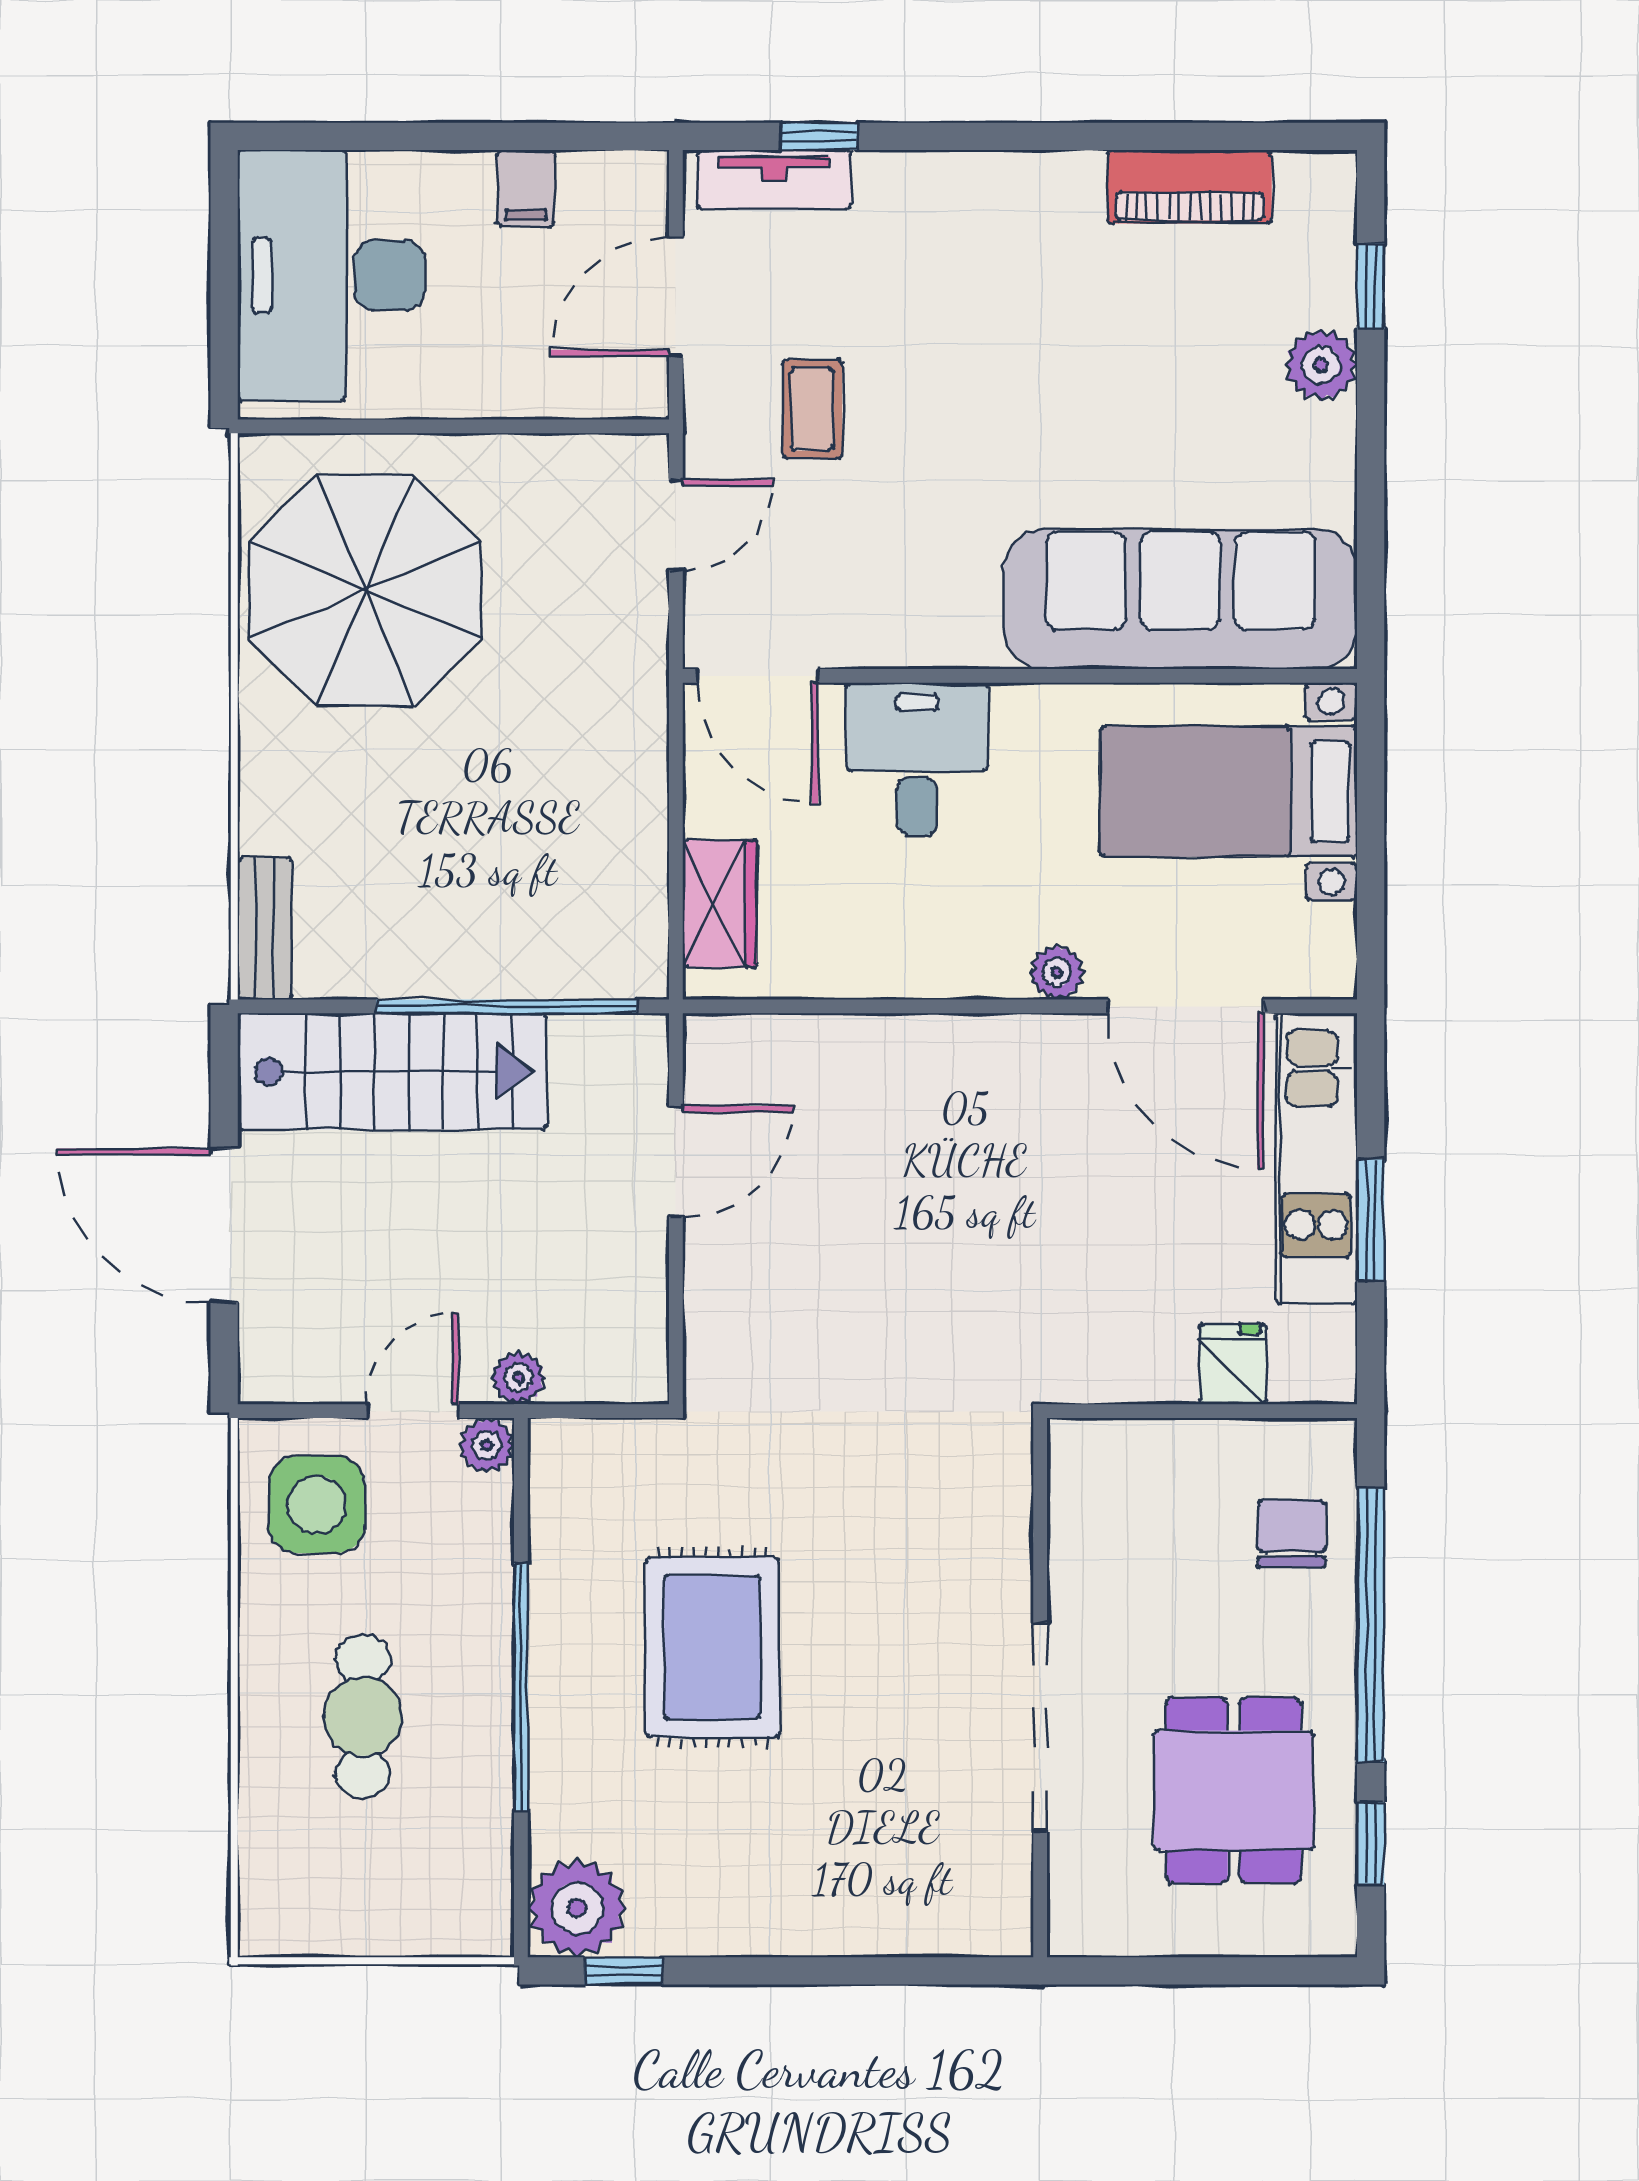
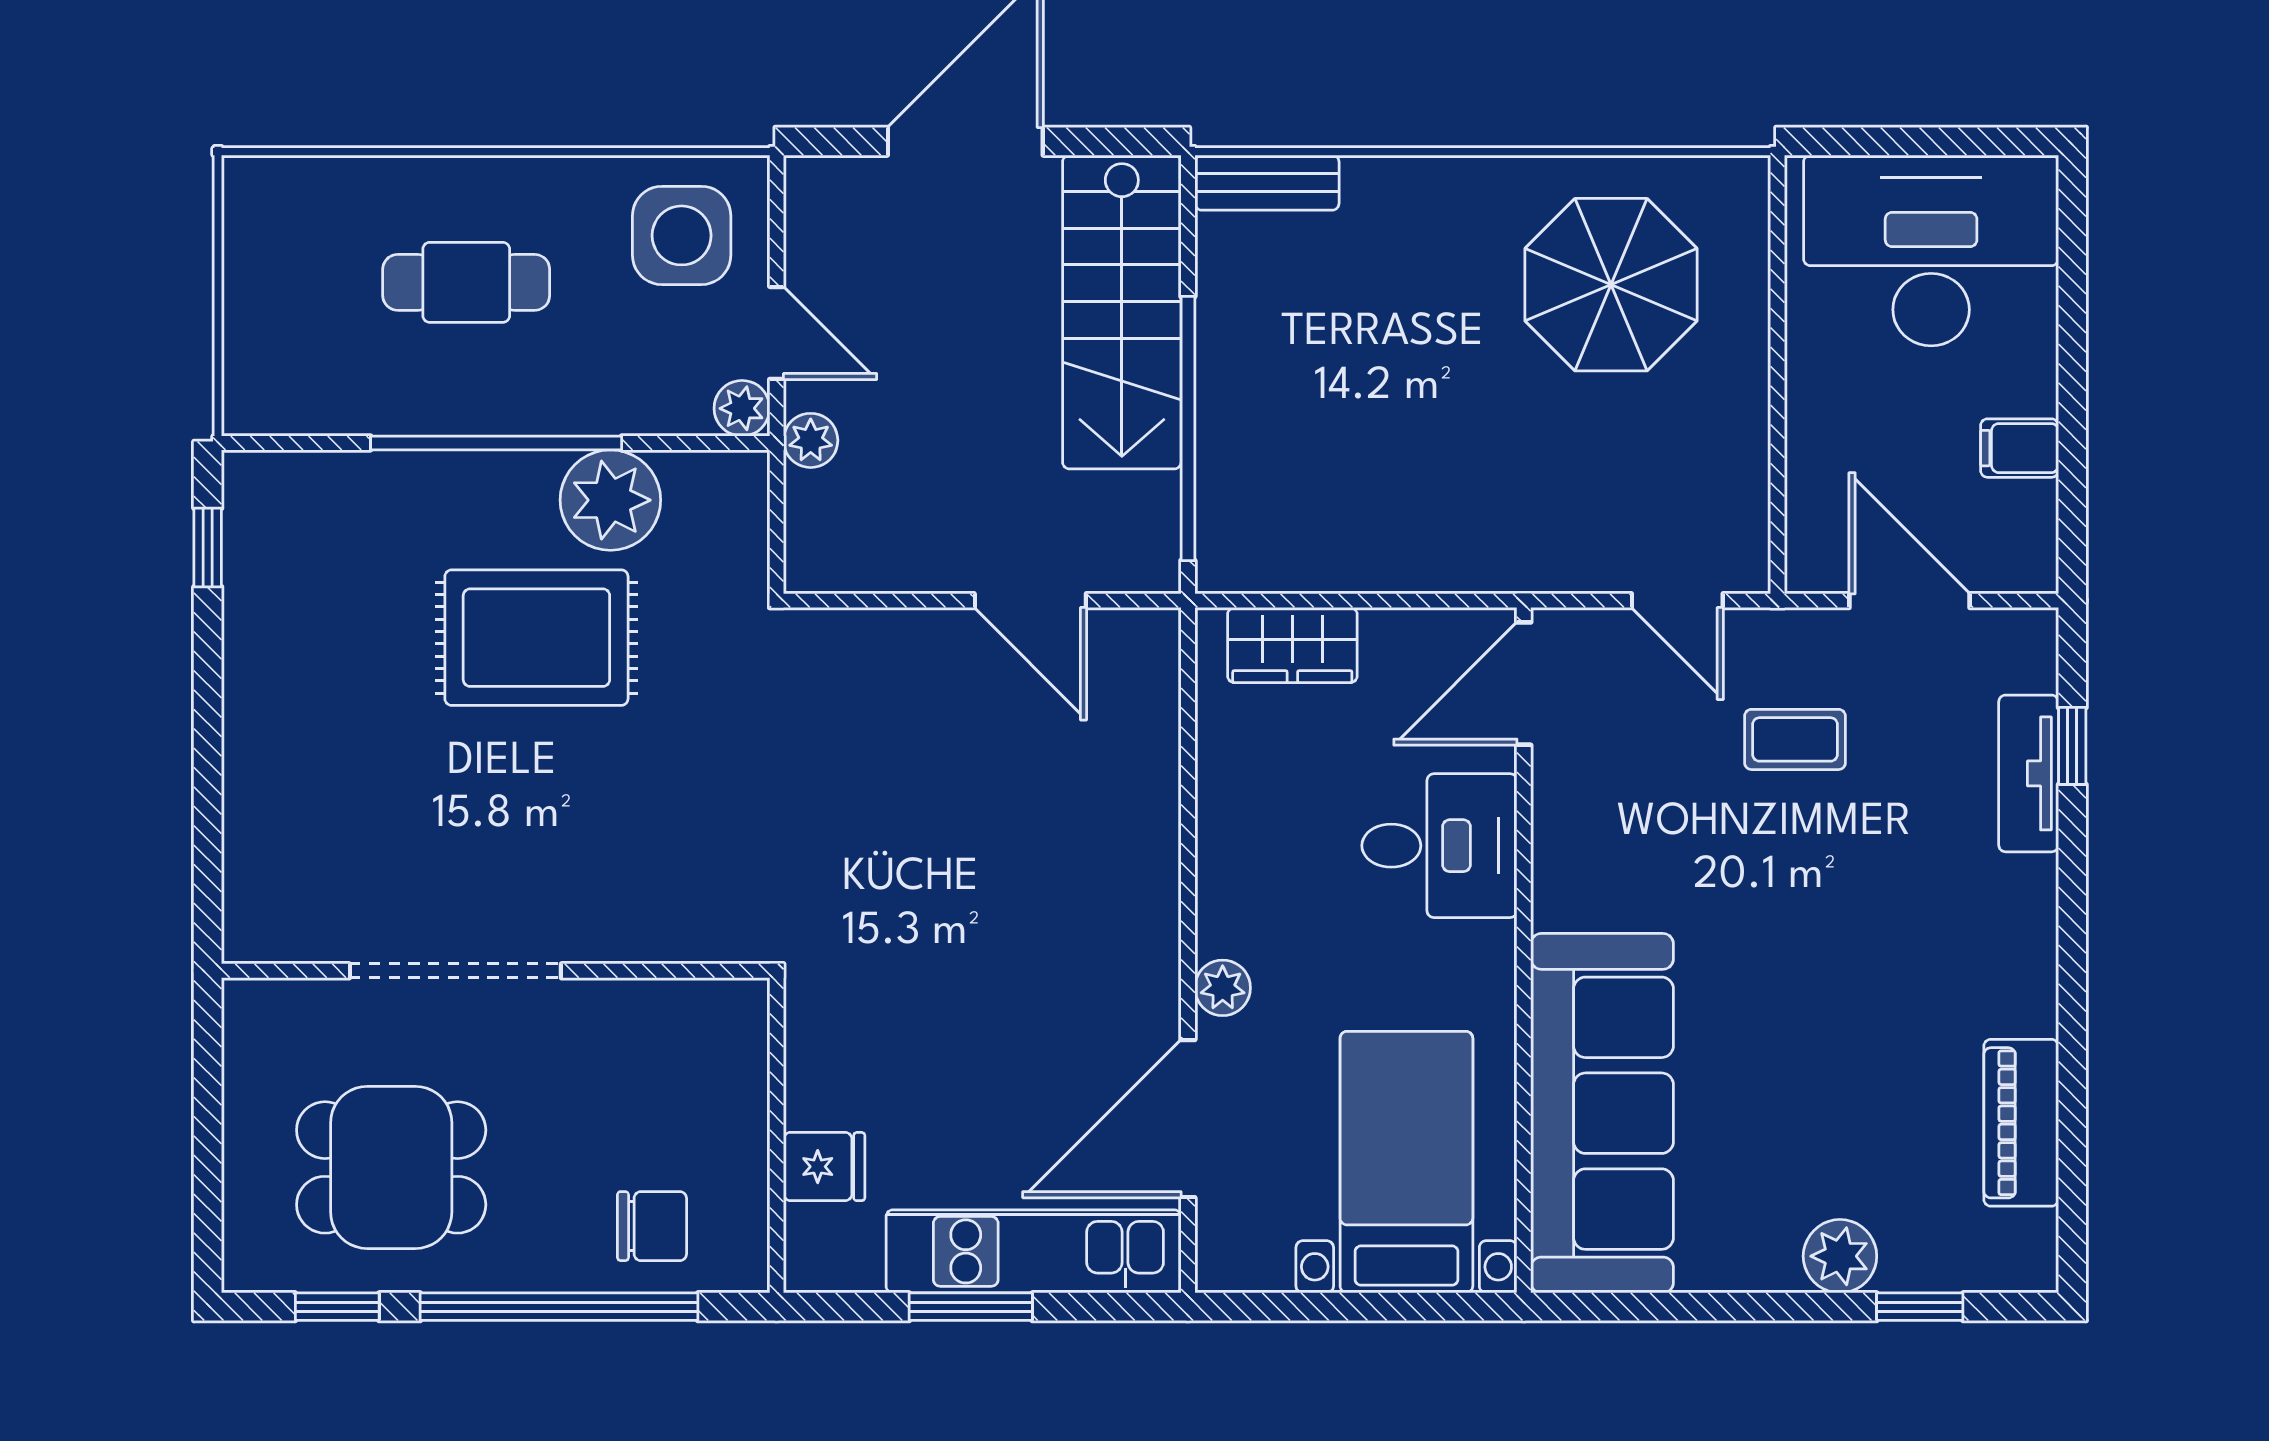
tv unit: (774, 179) -> (2029, 773), moved
parasol: (365, 590) -> (1611, 285), width x0.73, depth x0.73
plant: (577, 1908) -> (610, 500), moved

